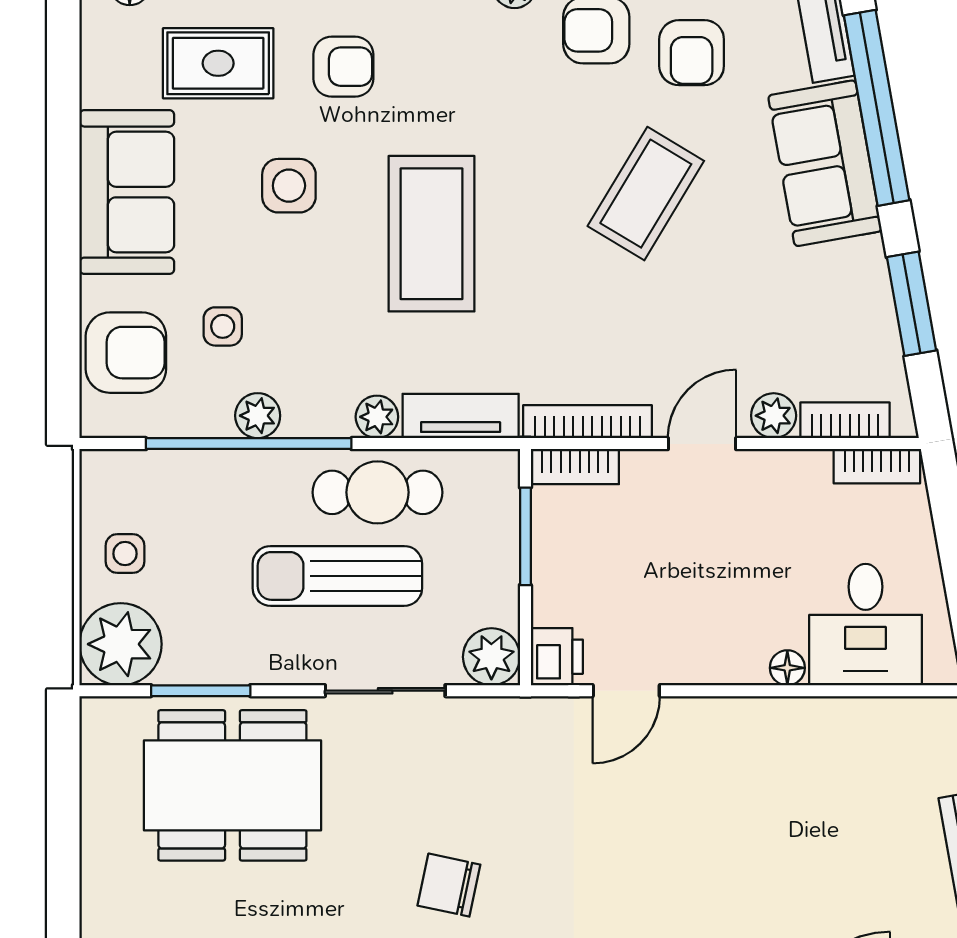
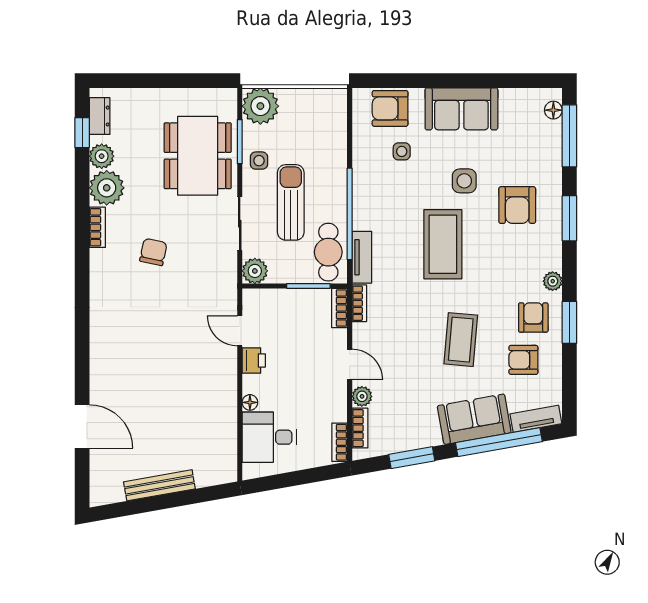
rug: (218, 63) -> (519, 149), removed
armchair: (343, 67) -> (517, 205), width x1.38, depth x1.38
coffee table: (646, 194) -> (461, 340), turned 64
coffee table: (432, 234) -> (443, 244), turned 90
armchair: (126, 353) -> (390, 108), turned 90
plant: (258, 416) -> (362, 167), removed
plant: (377, 417) -> (361, 220), removed
bookcase: (587, 422) -> (359, 303), width x0.64
window: (249, 444) -> (350, 214), moved
cafe table: (378, 492) -> (328, 252), moved
side table: (125, 554) -> (259, 161), moved
printer: (557, 657) -> (254, 360), moved, turned -90

